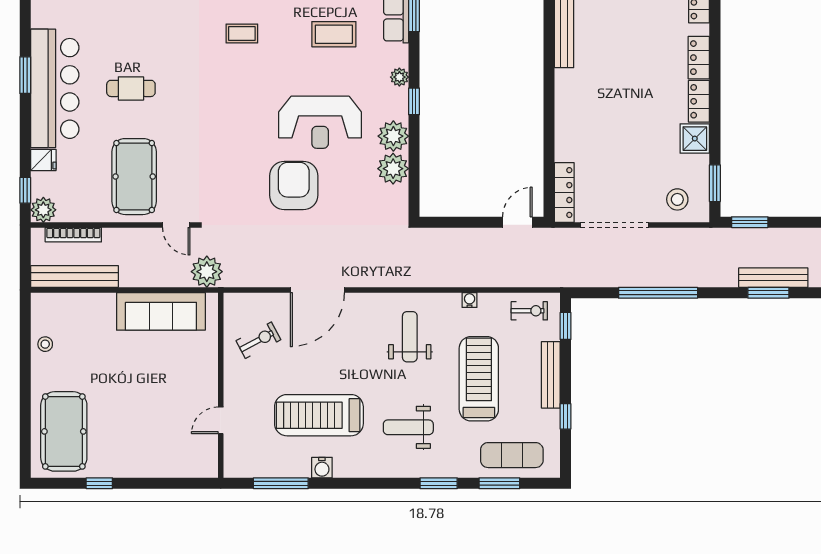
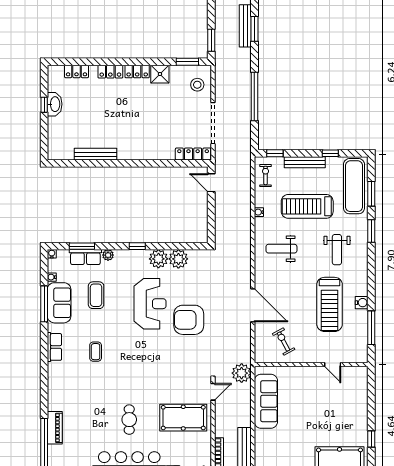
plant: (399, 77) -> (108, 255), moved
exercise mat: (512, 455) -> (354, 186), width x1.36, depth x1.45

